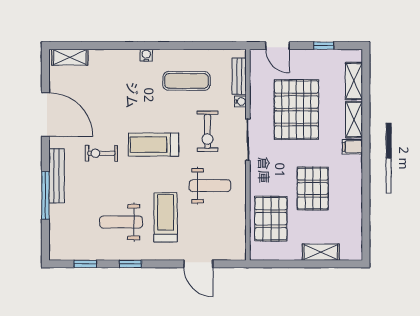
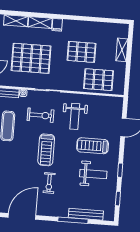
bench: (57, 176) -> (86, 214), moved
weight bench: (210, 186) -> (75, 116), turned 180
weight bench: (121, 222) -> (93, 174), turned -90

